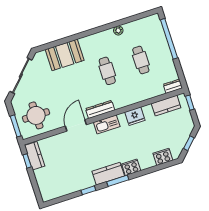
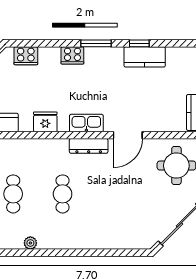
booth: (65, 55) -> (112, 234), removed
kitchen counter: (108, 174) -> (145, 57), moved

